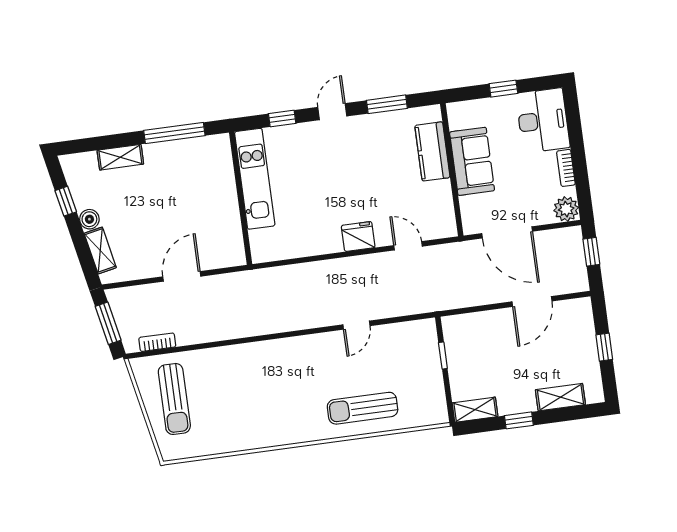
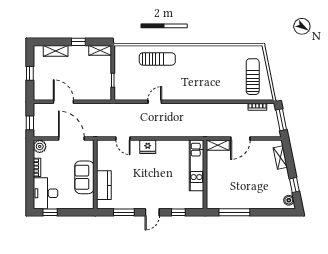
window: (503, 89) -> (50, 212), moved
shelving: (120, 157) -> (218, 145), moved
kitchen unit: (255, 179) -> (196, 165), moved
boiler: (89, 219) -> (289, 200), moved
door: (532, 301) -> (63, 102), hinge flipped

